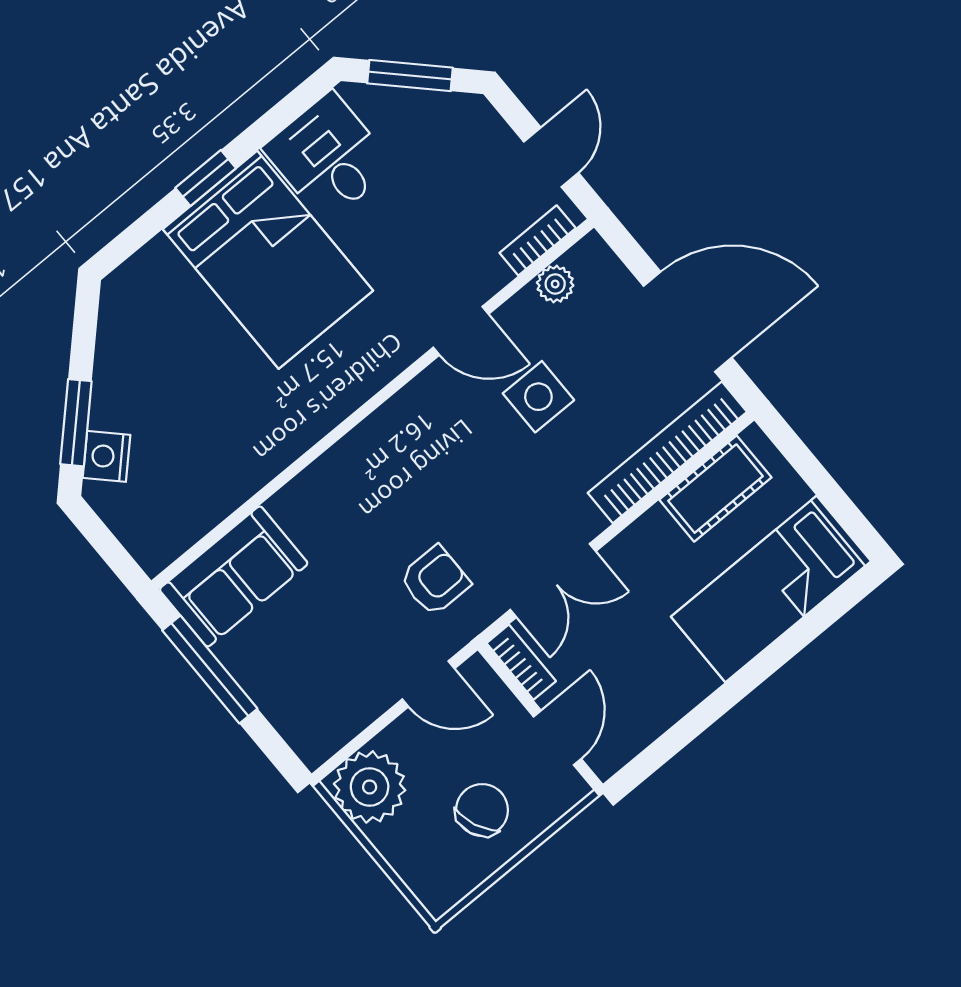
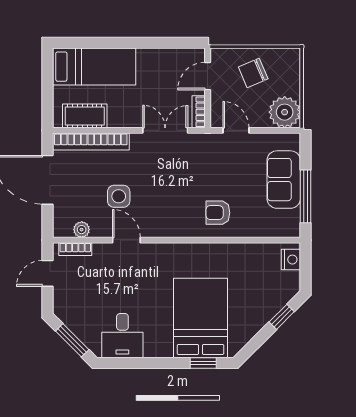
window: (206, 178) -> (203, 363), moved
bed: (268, 260) -> (200, 318), moved
window: (76, 423) -> (282, 317), width x0.67
nightstand: (107, 456) -> (291, 260), moved, turned -45
sofa: (234, 576) -> (284, 180), moved, turned -90
armchair: (435, 581) -> (218, 213), moved

